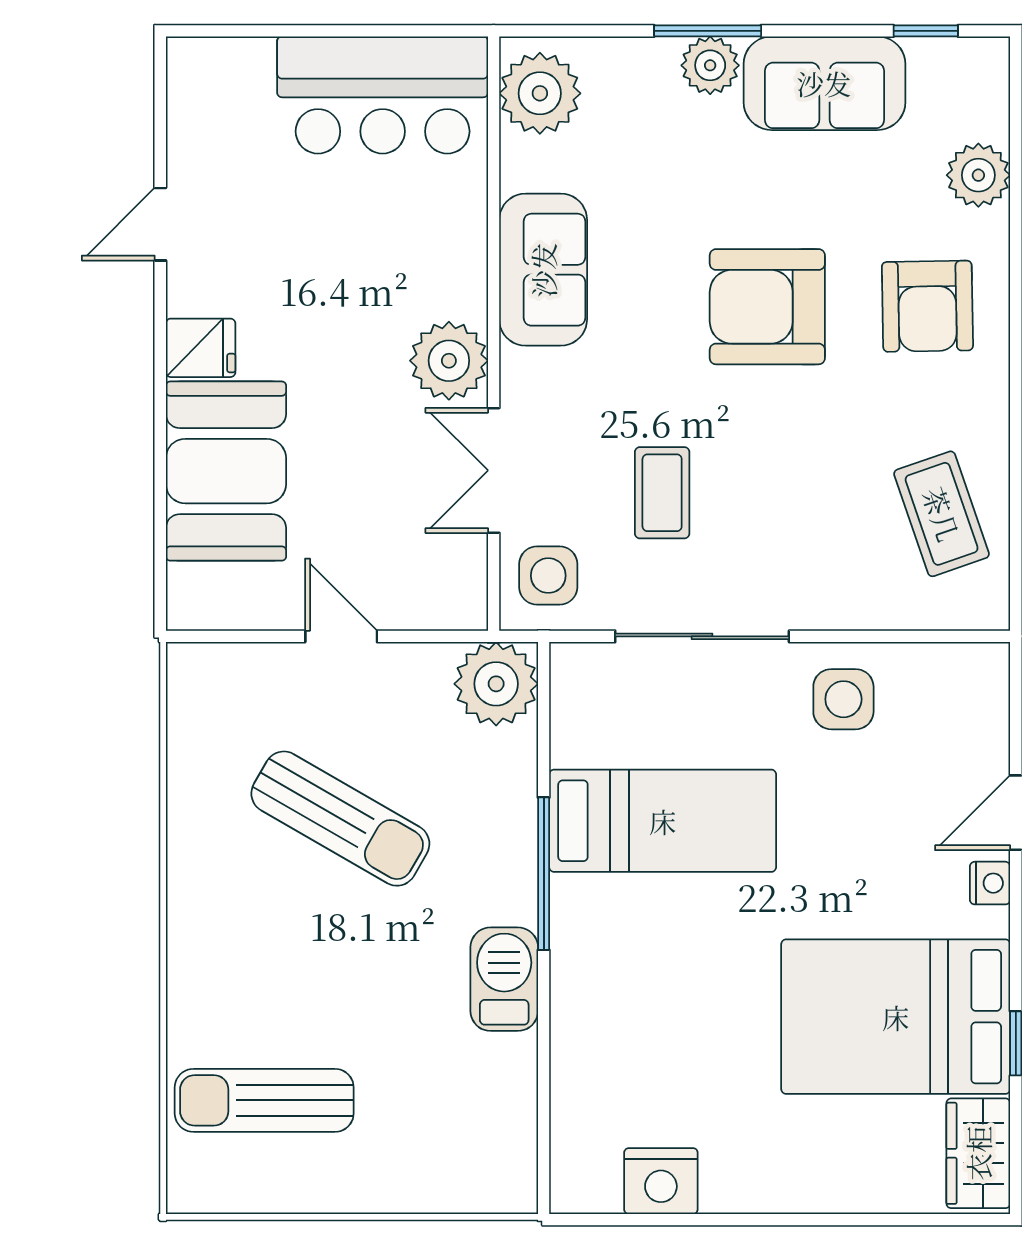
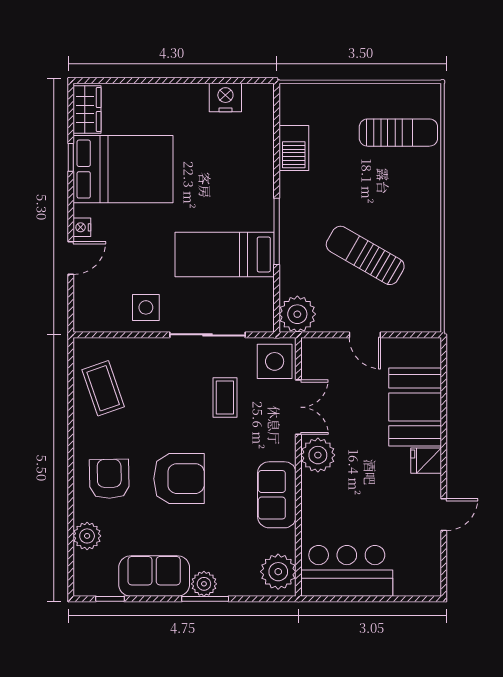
side table: (548, 576) -> (275, 361), width x1.37, depth x1.37
barbecue: (504, 979) -> (294, 148), moved

